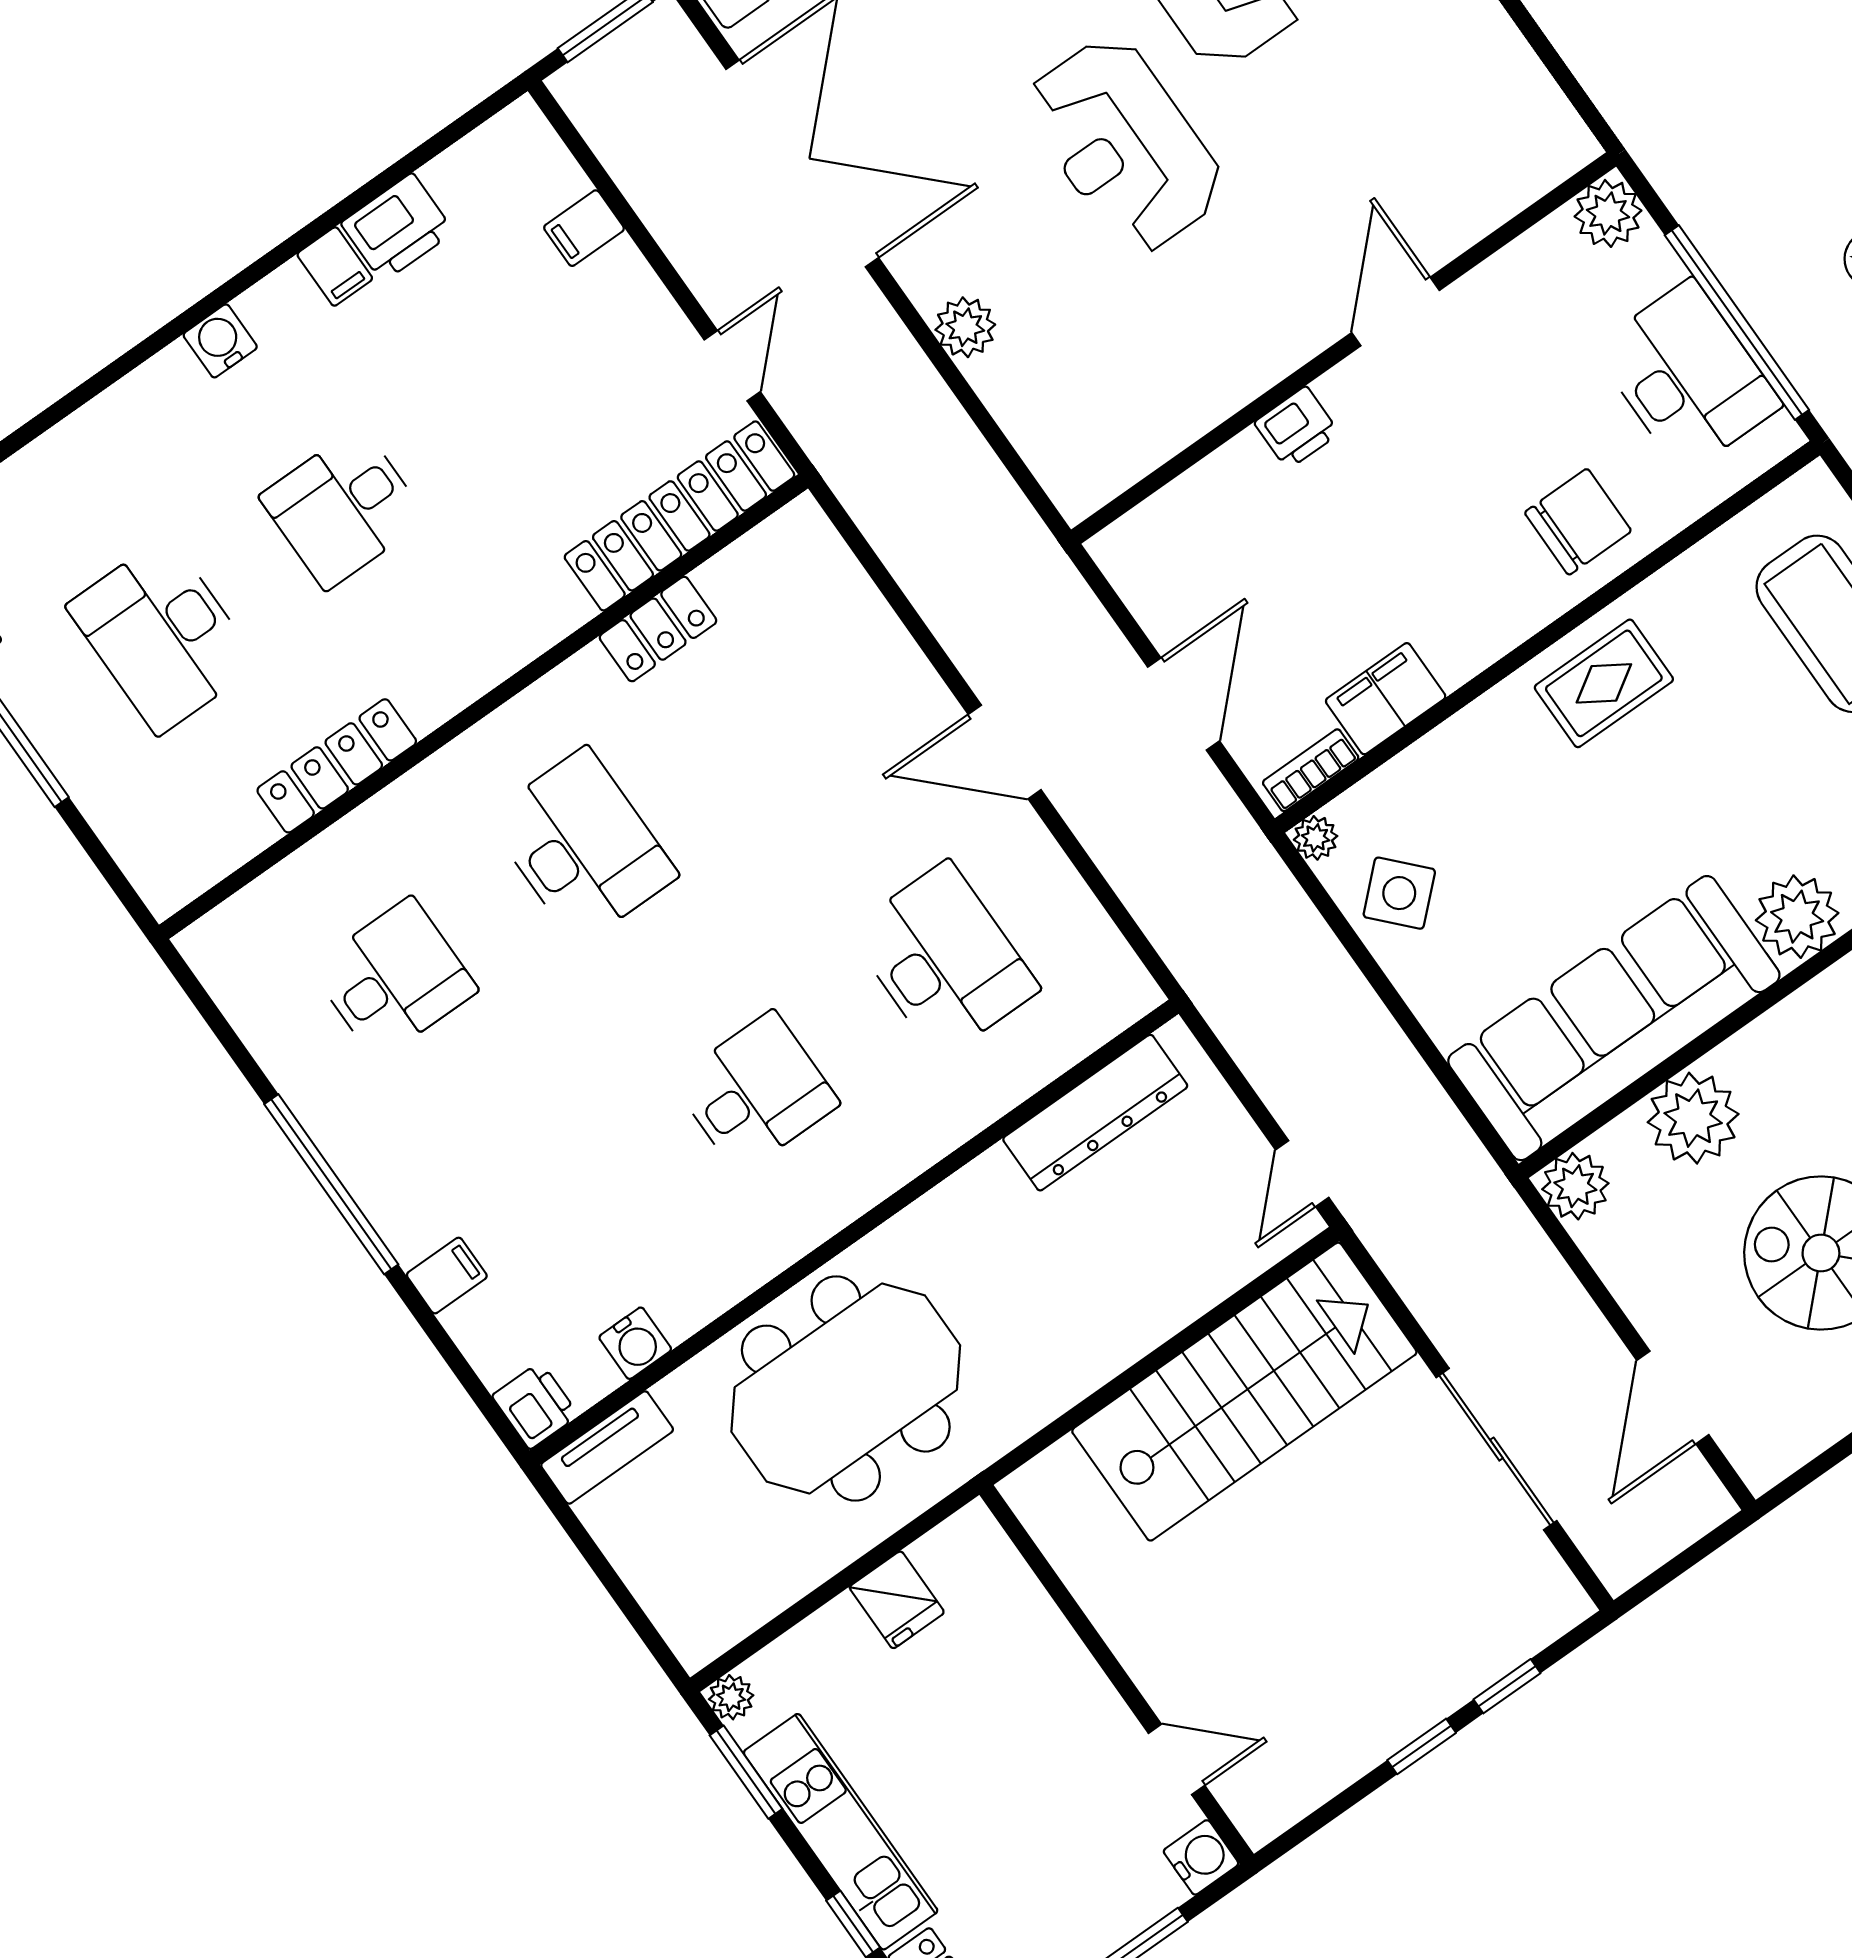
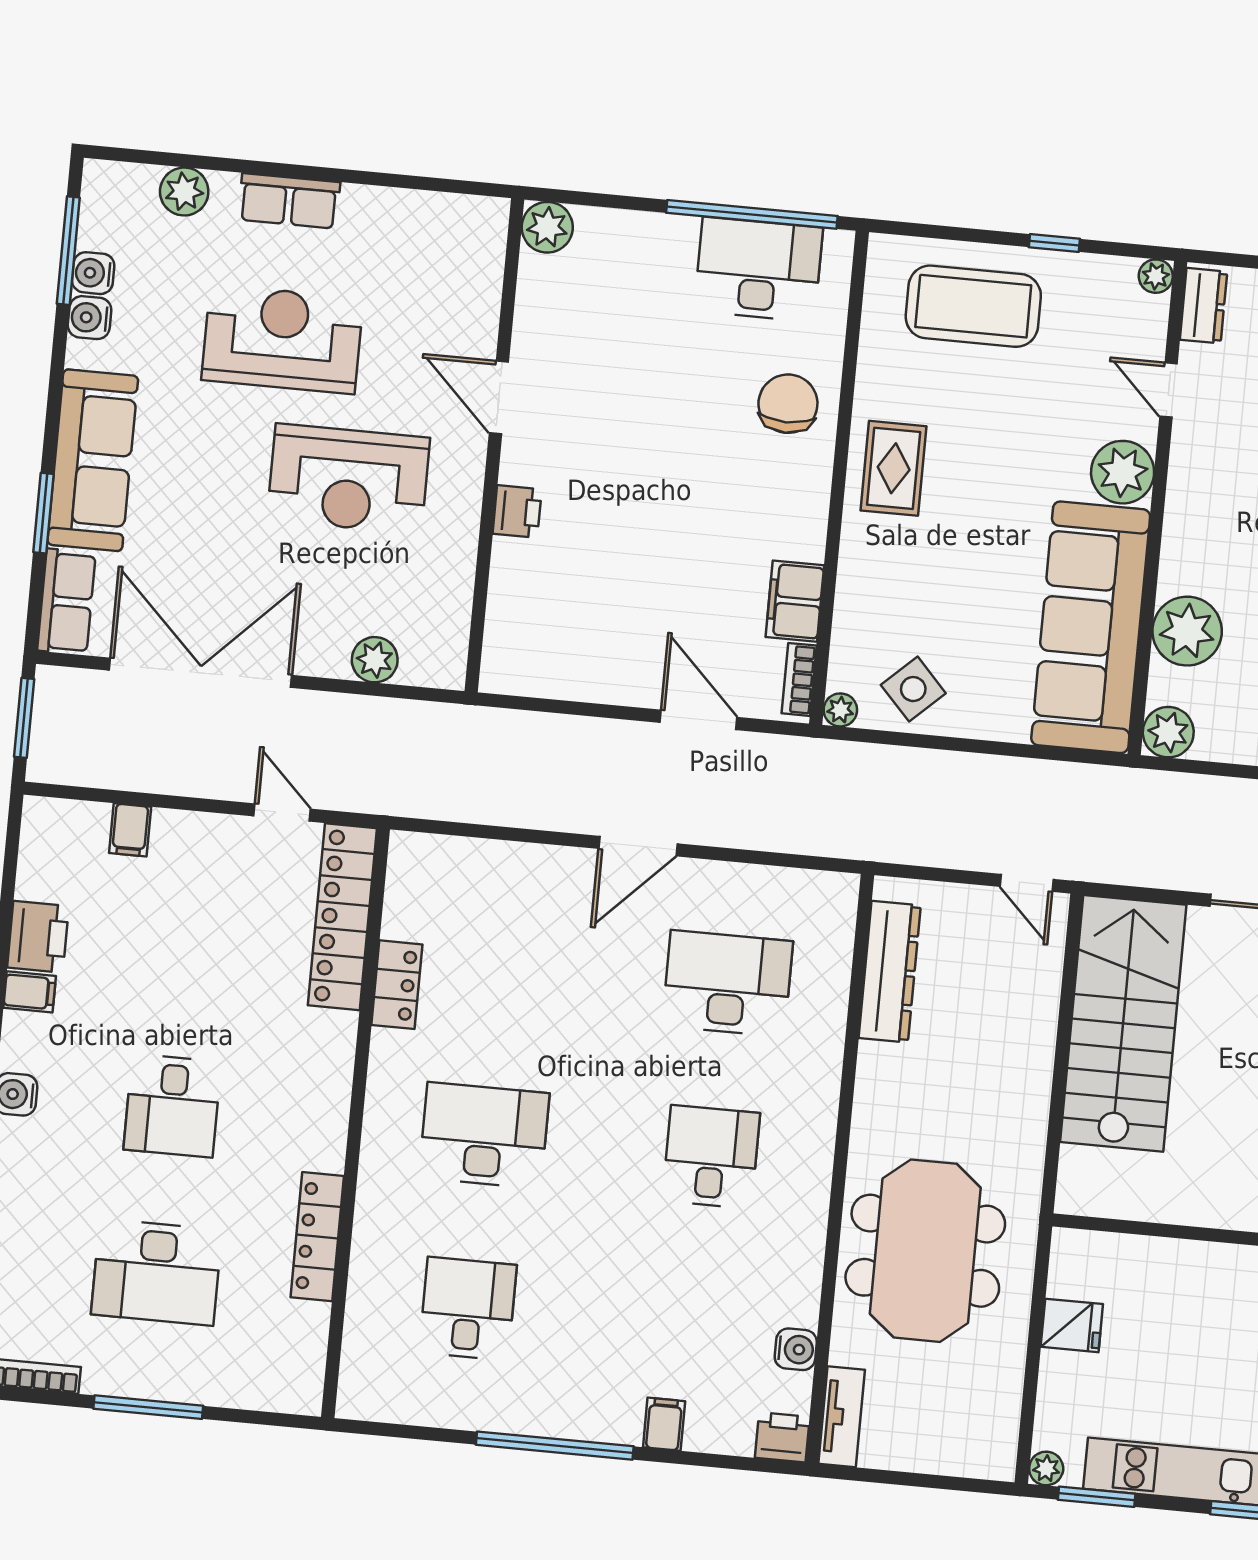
plant: (1608, 213) -> (547, 227), moved
door: (1395, 312) -> (499, 398), moved
wall: (1344, 348) -> (494, 445), moved
printer: (1297, 428) -> (517, 512), moved

